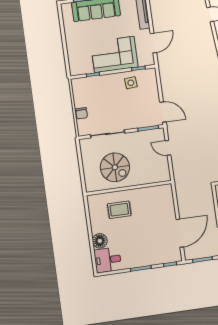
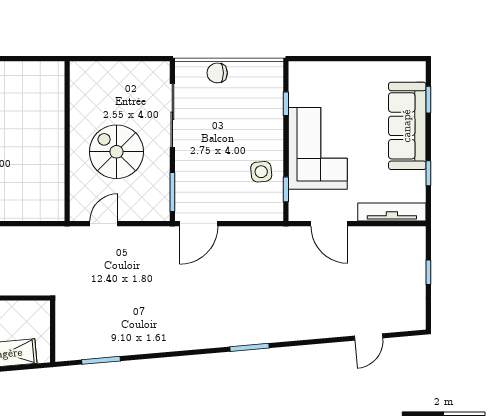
door: (168, 148) -> (104, 224), moved
spiral stairs: (115, 167) -> (116, 152), moved, turned 90
rug: (119, 210) -> (30, 118), removed

